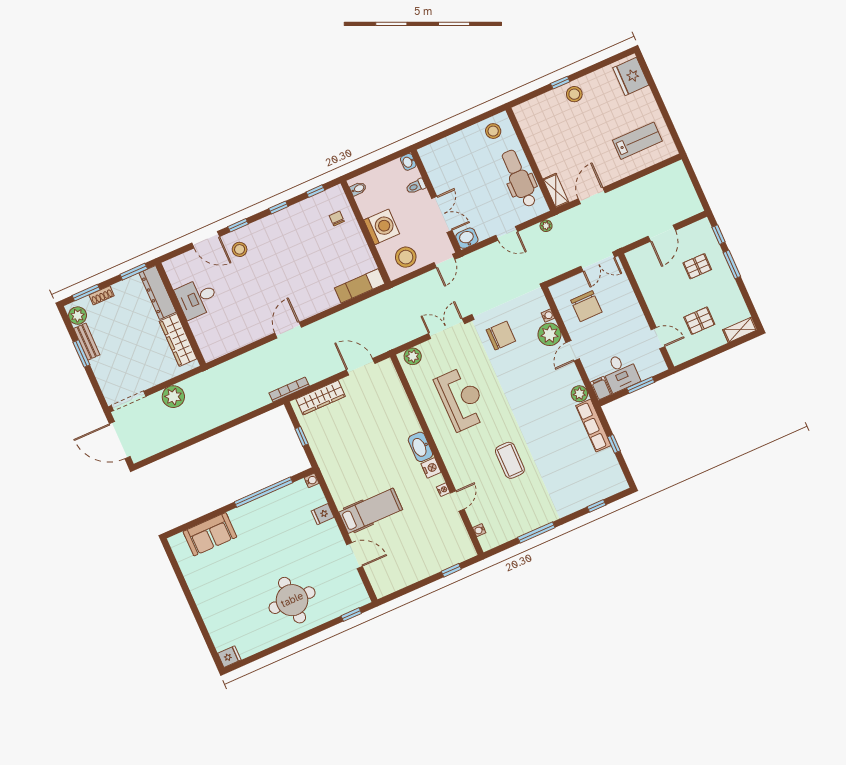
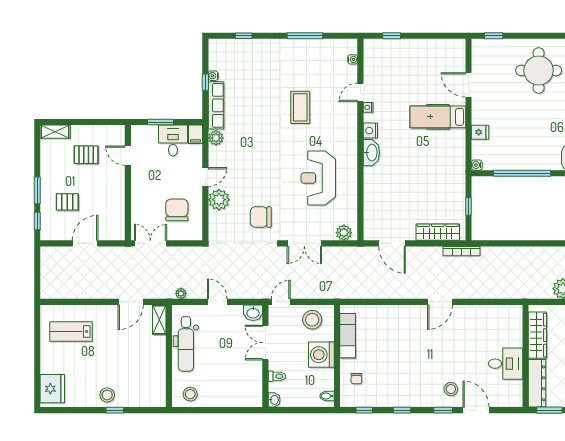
exam couch: (360, 286) -> (348, 336), moved, turned -90
water cooler: (548, 316) -> (213, 76), moved

